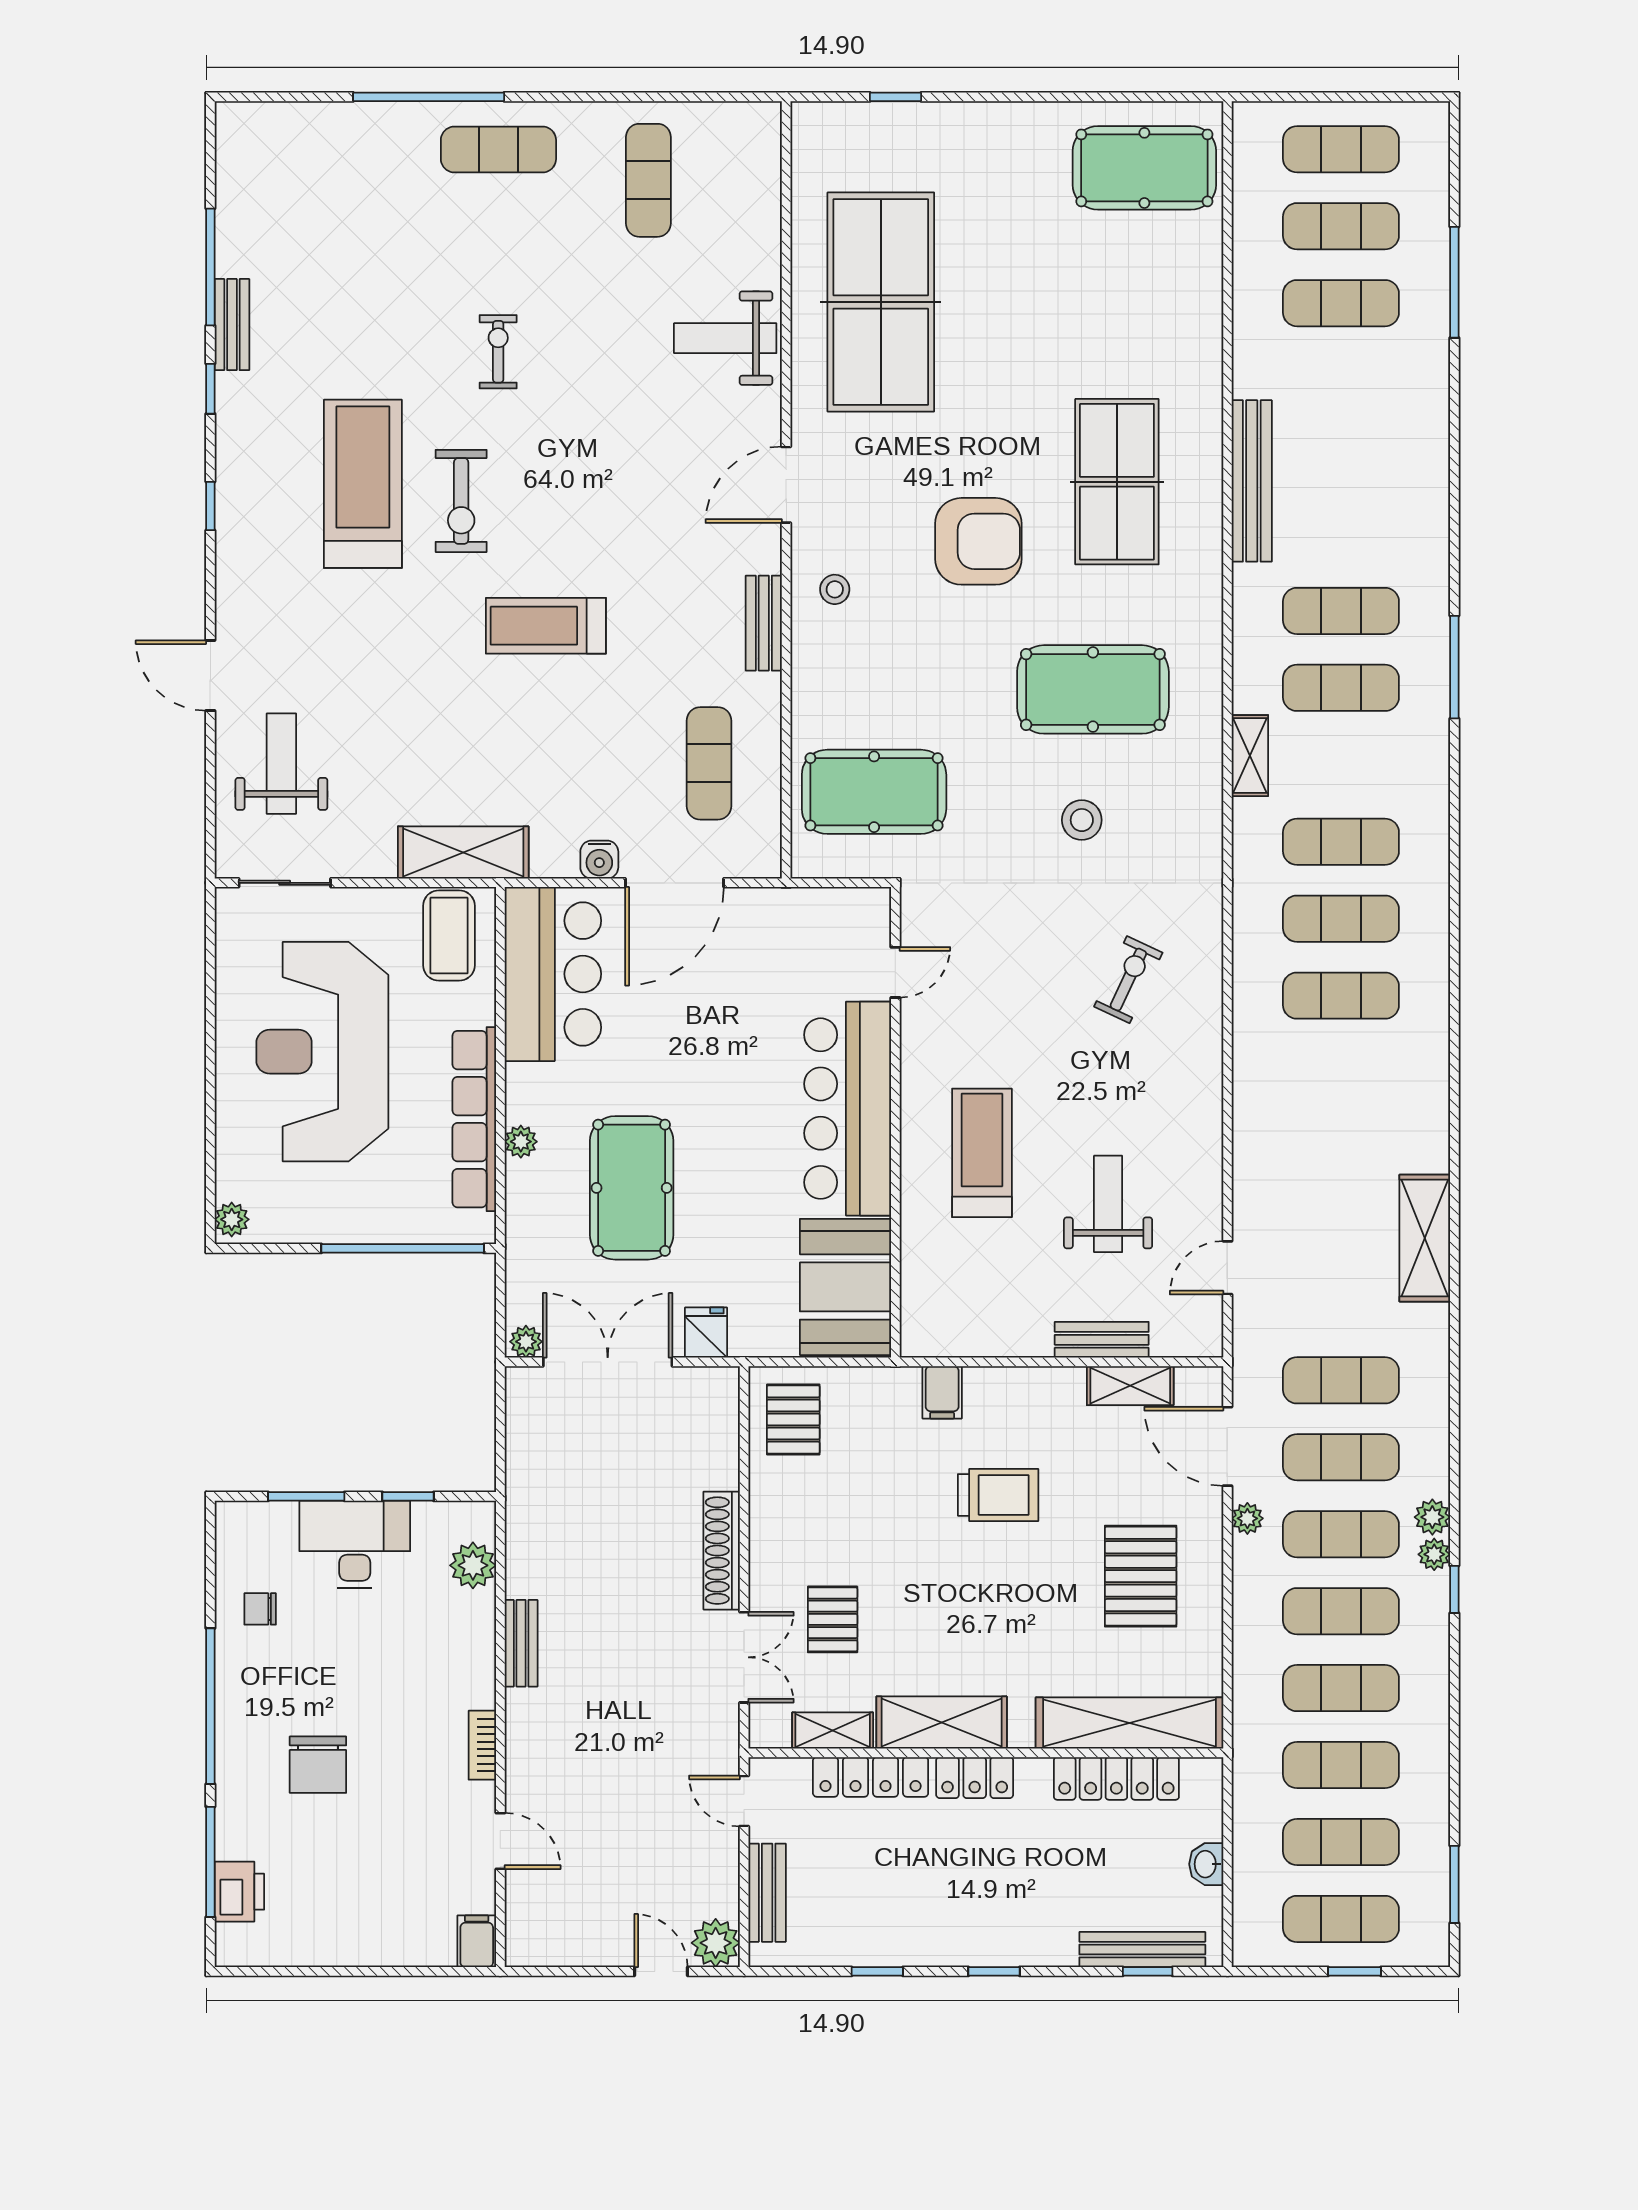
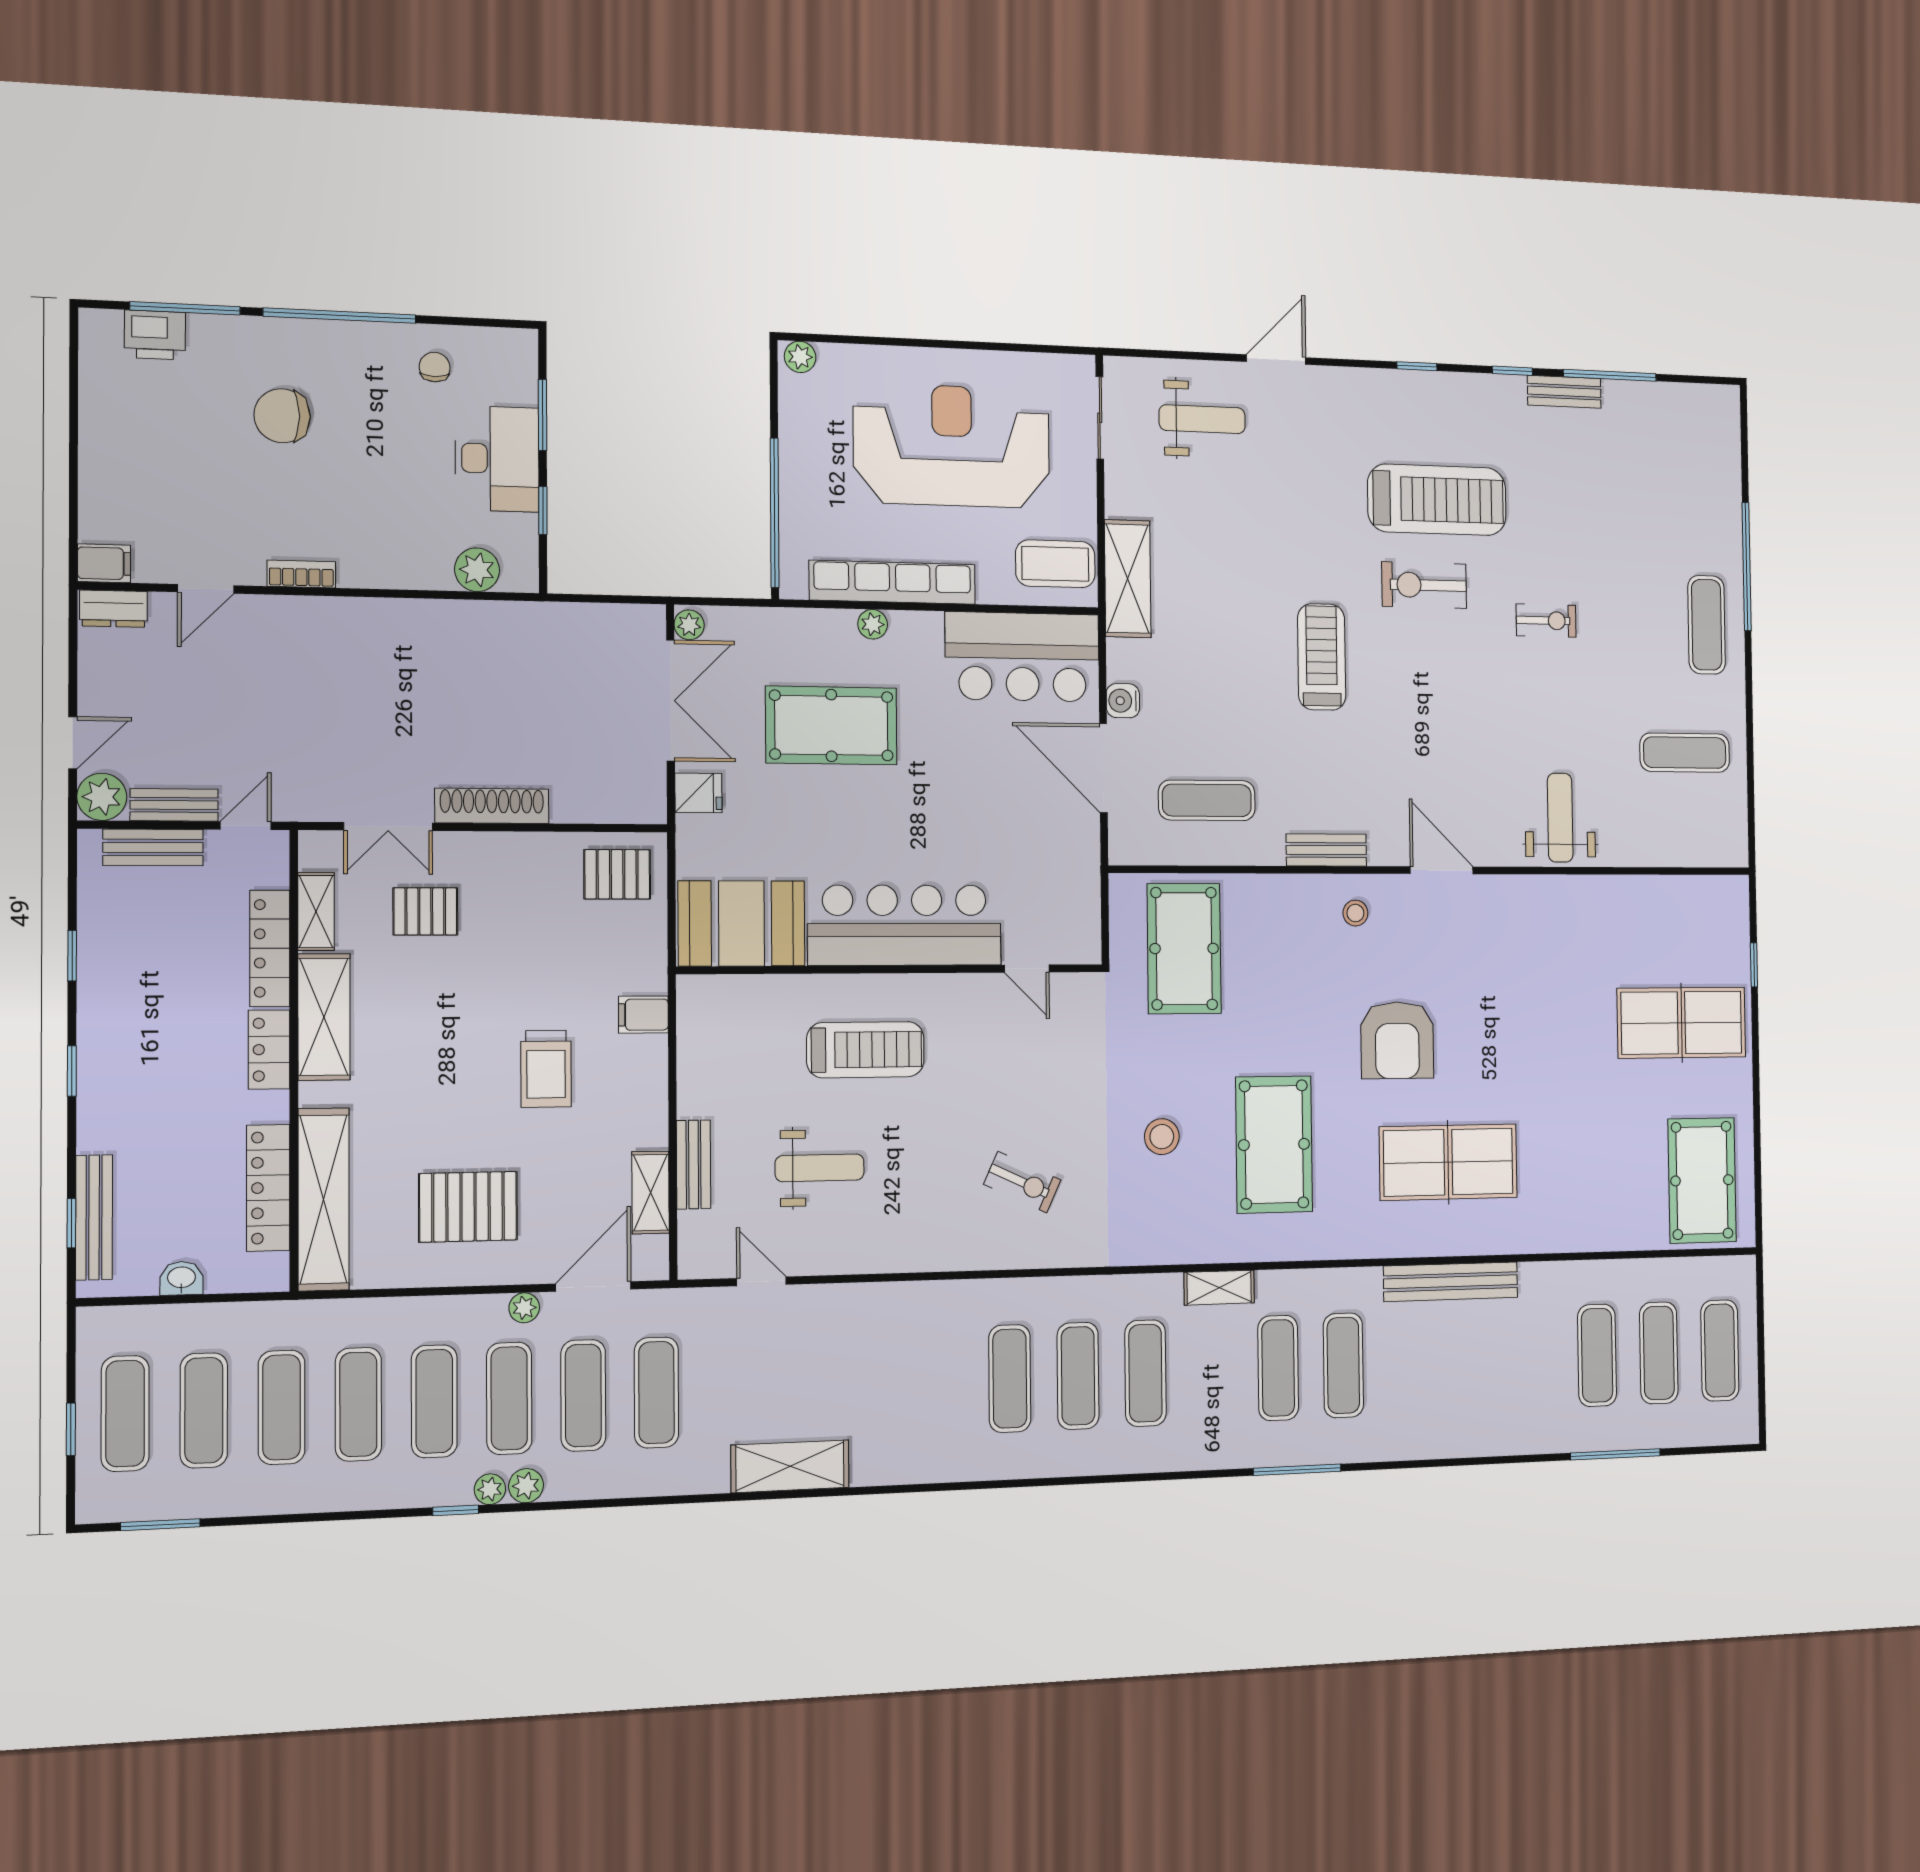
table tennis table: (881, 302) -> (1681, 1023), moved, width x0.73, depth x0.76
bench: (521, 1643) -> (174, 805), moved
dresser: (523, 1932) -> (113, 609), added

